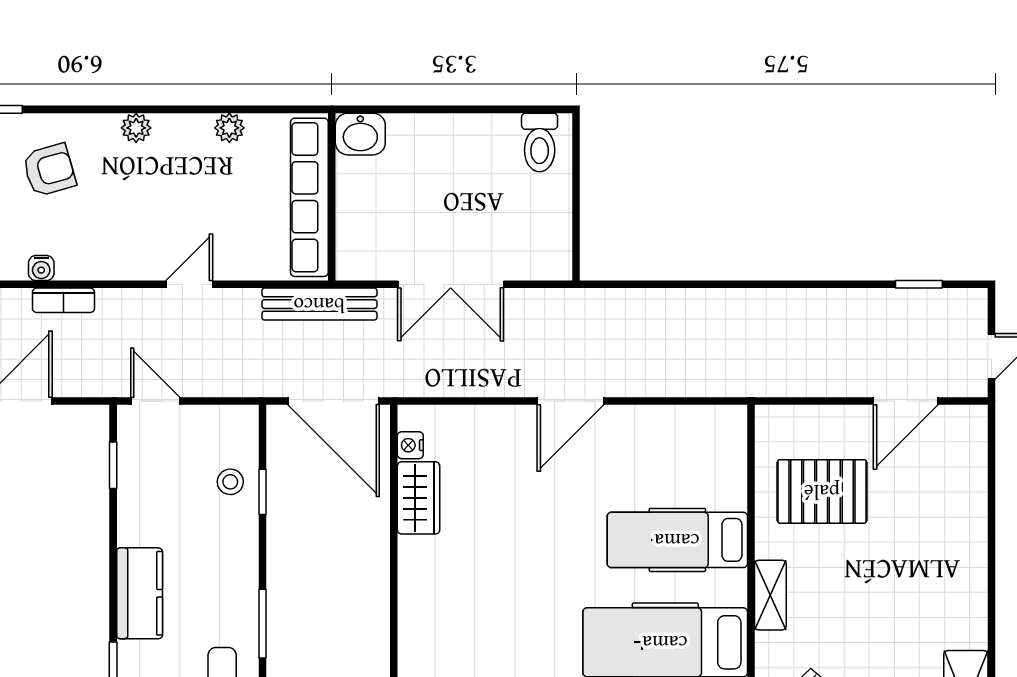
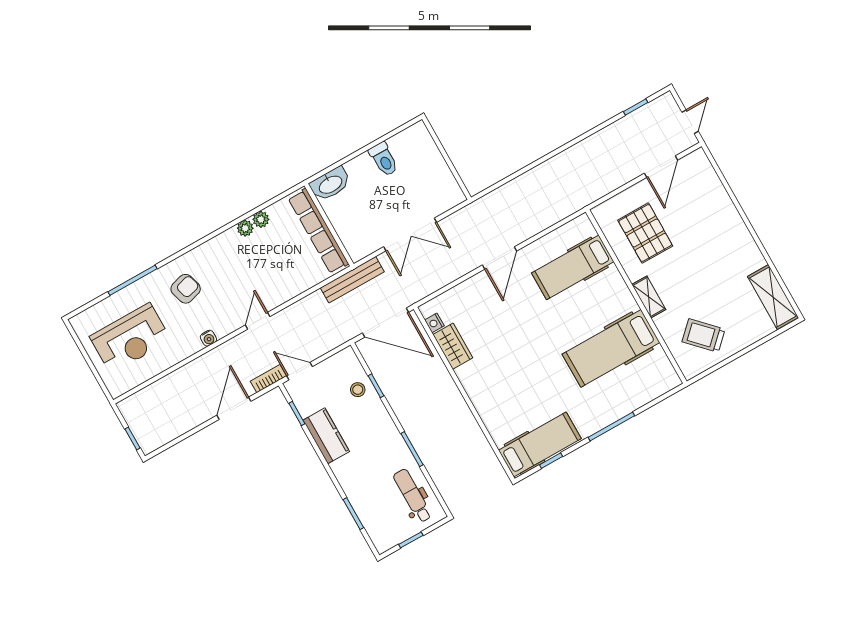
plant: (136, 128) -> (245, 228), moved
washbasin: (360, 134) -> (330, 184), width x1.38
toilet: (540, 142) -> (384, 159), moved
door: (189, 284) -> (258, 321), moved
bookcase: (63, 300) -> (268, 379), moved, turned 180
pallet: (822, 491) -> (645, 233), turned 90
hospital bed: (677, 540) -> (573, 267), moved
kitchen counter: (140, 593) -> (326, 436), moved

